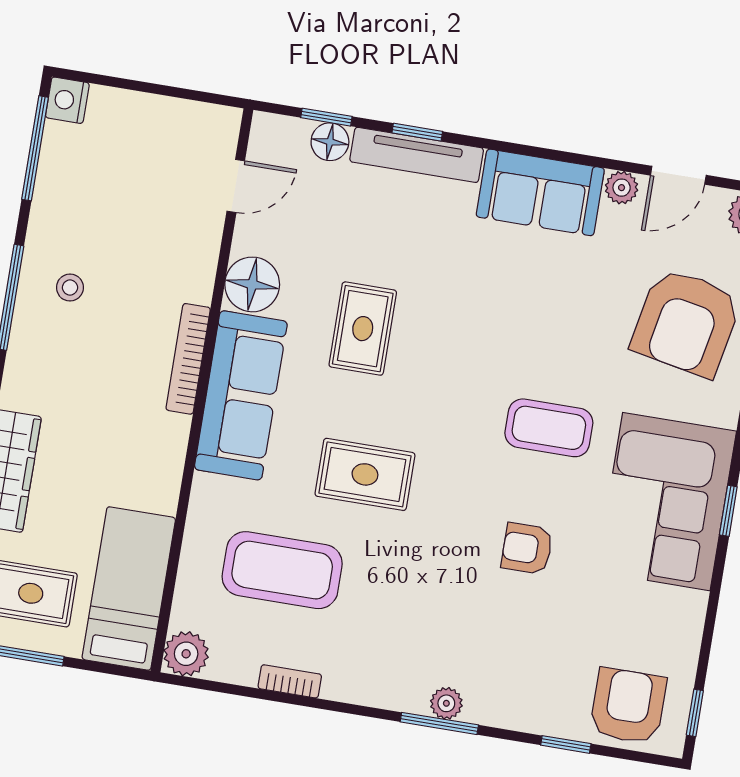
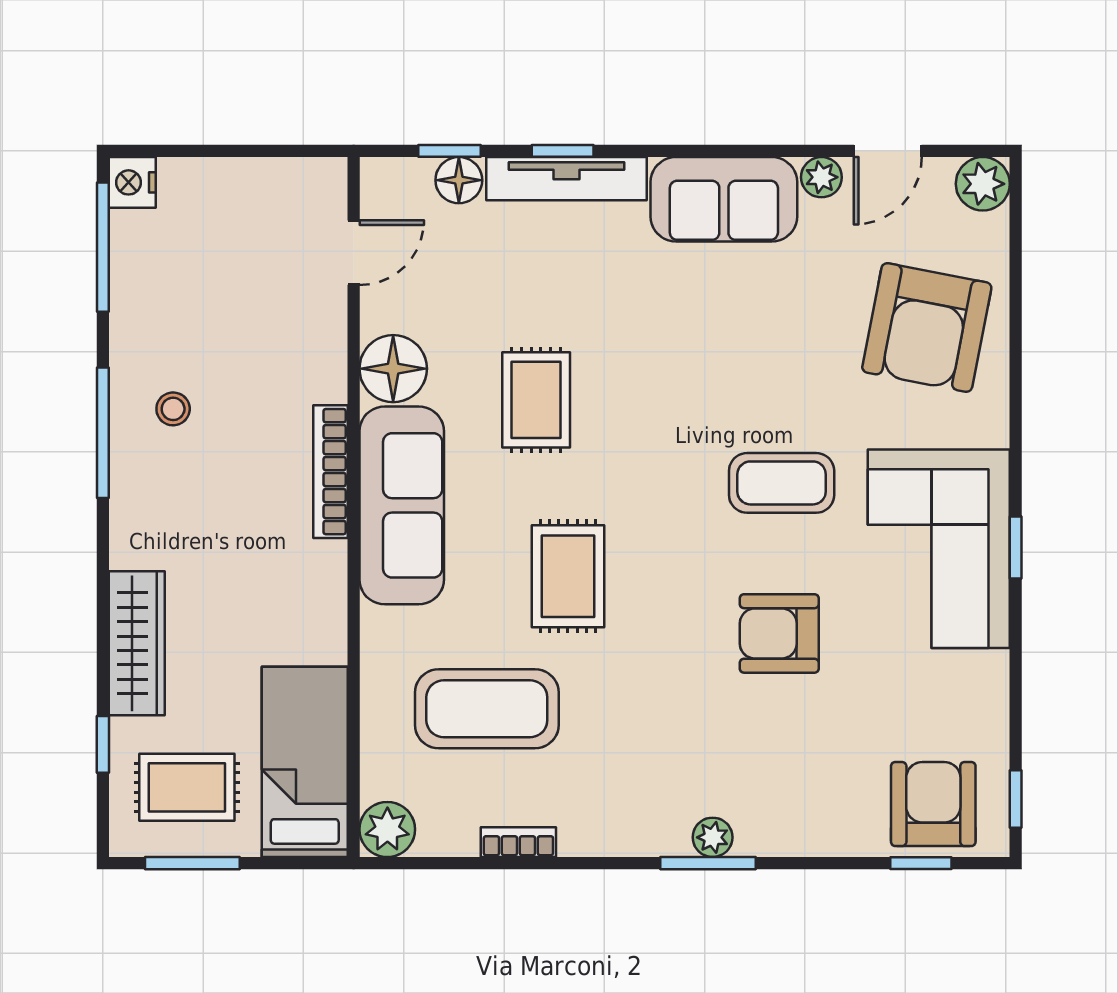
rug: (365, 474) -> (568, 576), turned 90
armchair: (527, 548) -> (779, 633), width x1.38, depth x1.38
window: (566, 744) -> (921, 863), moved

